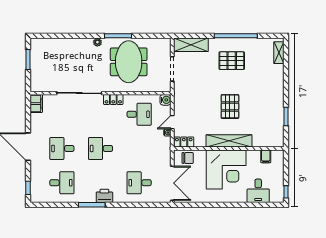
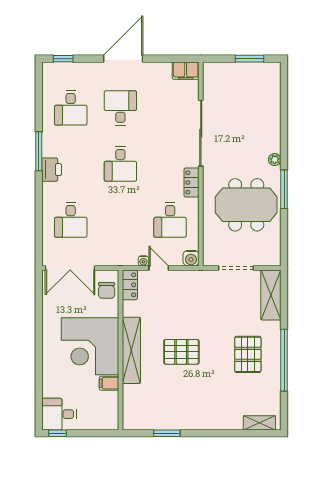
desk: (100, 148) -> (120, 164), turned 180
filing cabinet: (266, 156) -> (109, 383), moved
desk: (139, 183) -> (71, 220), turned 180
desk: (258, 191) -> (59, 414), moved

